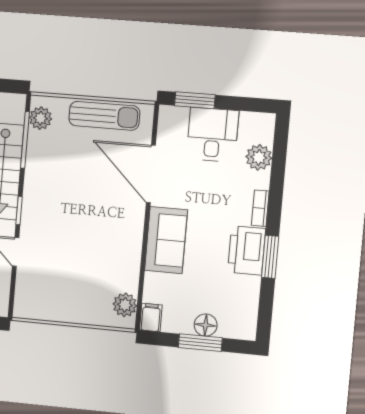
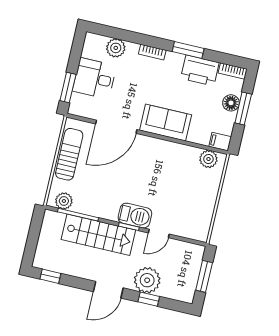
barbecue: (35, 216) -> (135, 216), added
printer: (247, 250) -> (200, 70), moved
bookcase: (250, 321) -> (233, 71), added

